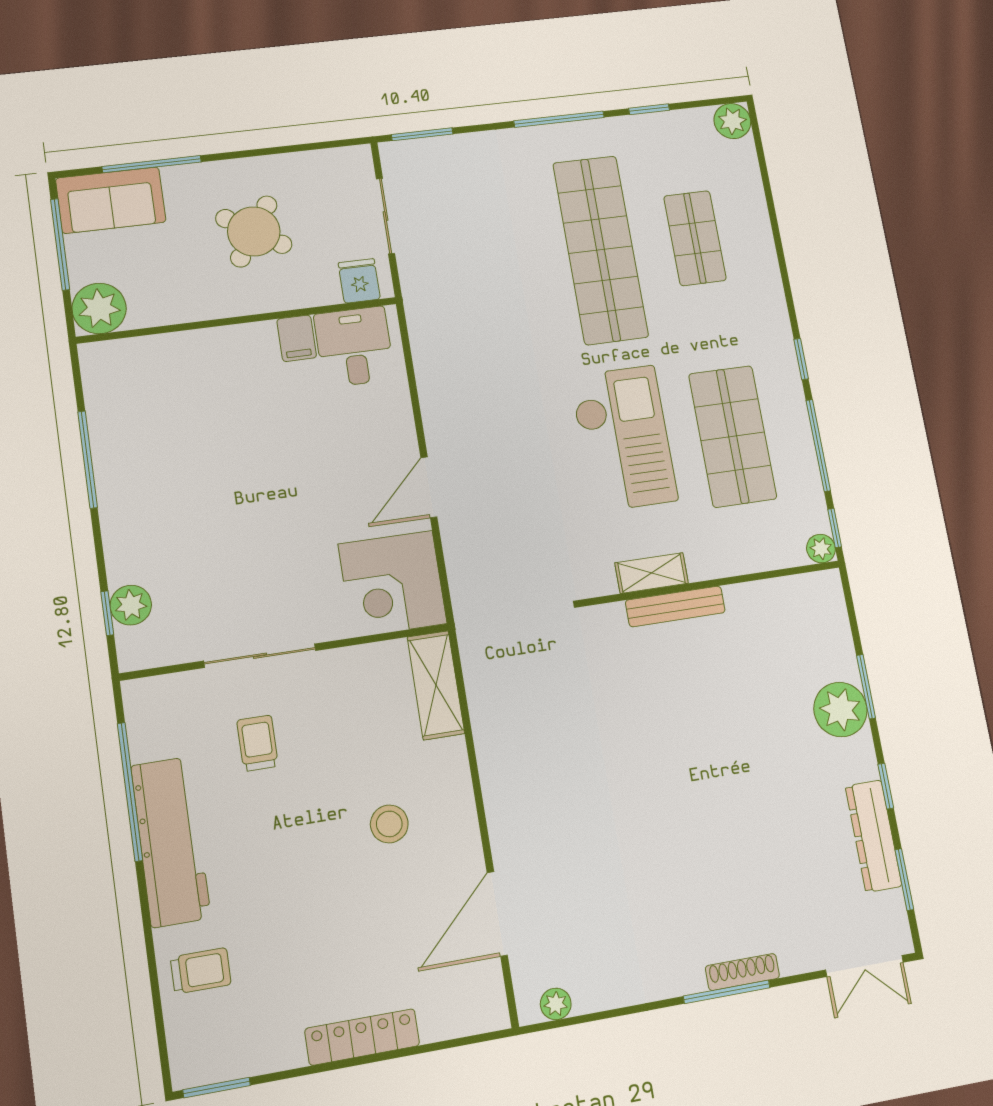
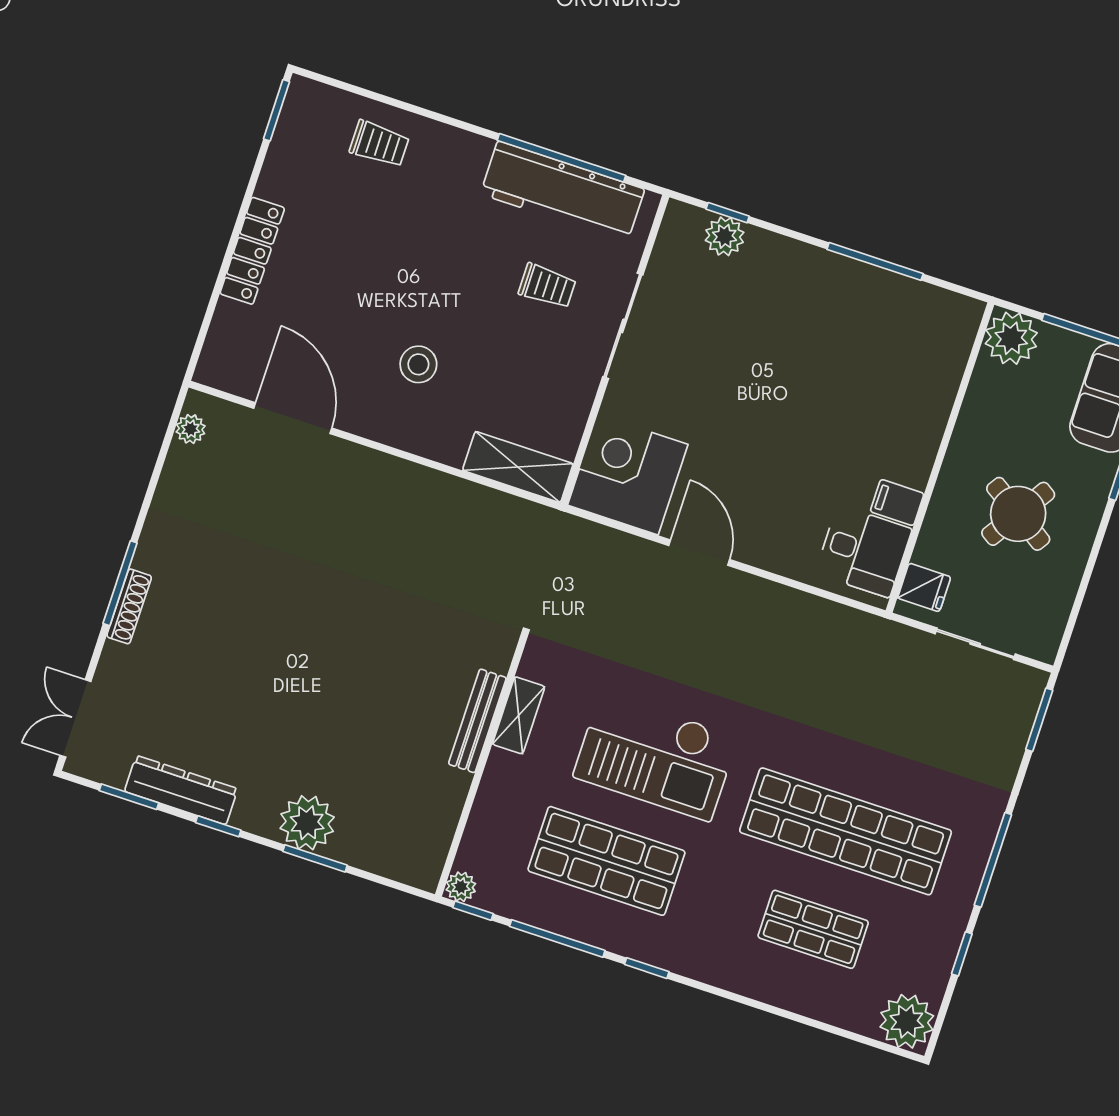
plant: (732, 121) -> (907, 1021), width x1.36, depth x1.36
workbench: (171, 842) -> (562, 192), moved
trolley: (201, 971) -> (379, 144), turned -90

